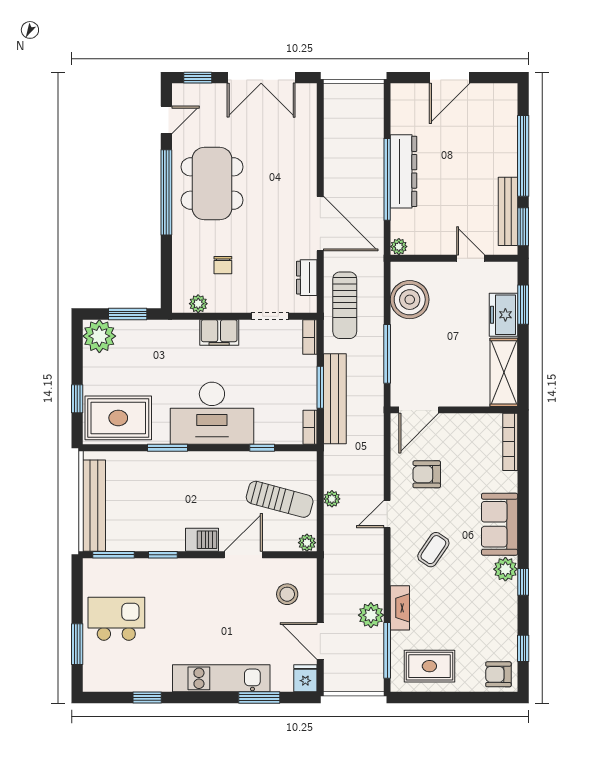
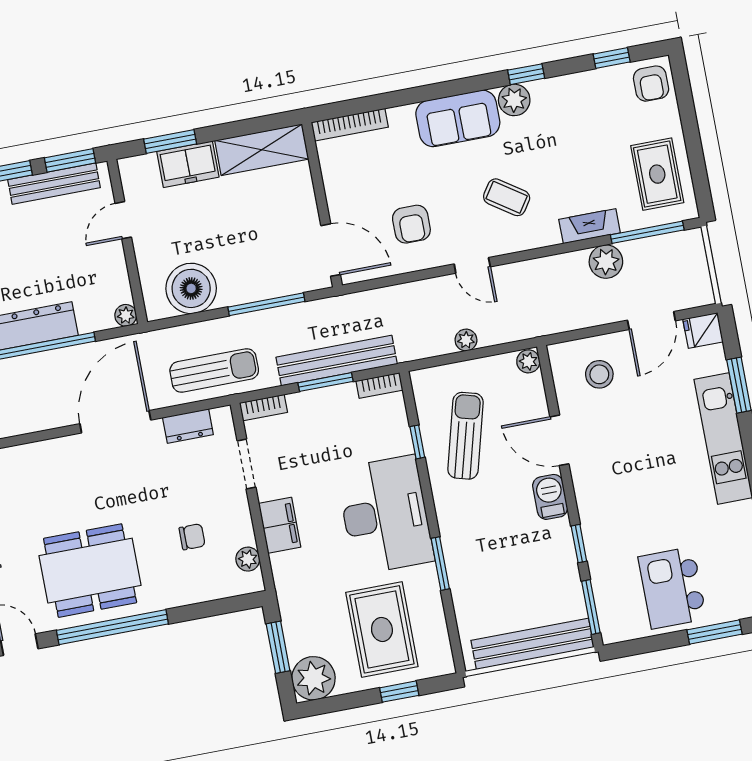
rug: (118, 418) -> (382, 629), moved
sun lounger: (280, 499) -> (465, 436), moved

